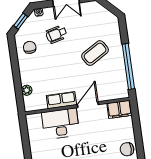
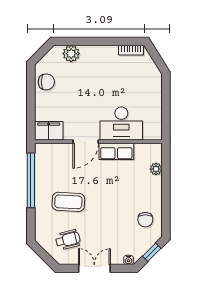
wheelchair: (56, 34) -> (68, 240), moved
coffee table: (95, 53) -> (68, 202), turned 34

